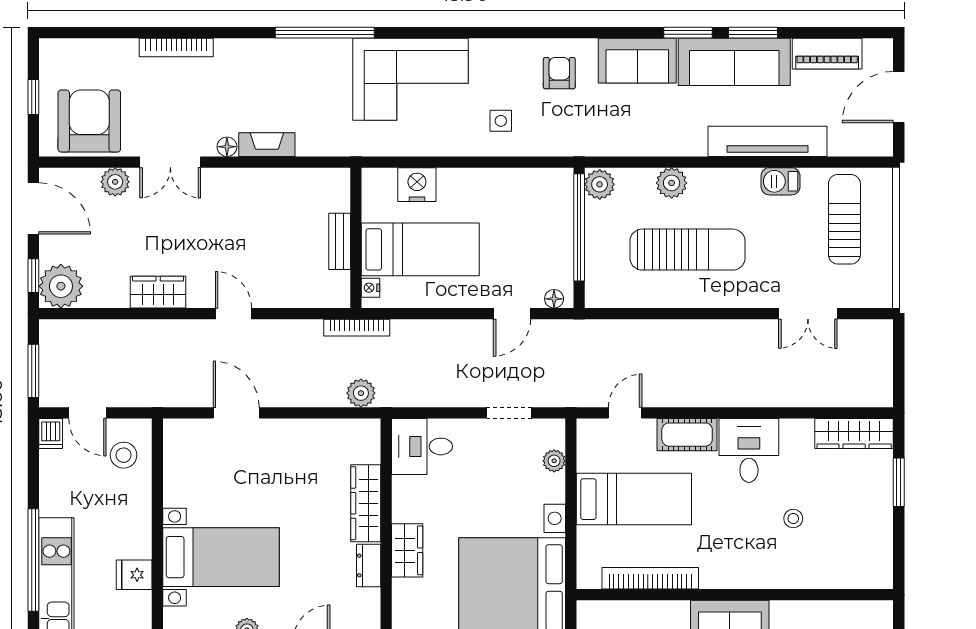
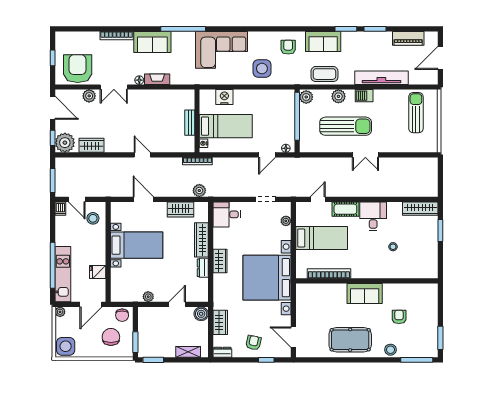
sofa: (734, 62) -> (152, 42), moved, width x0.73
side table: (501, 121) -> (262, 69), width x1.87, depth x1.87
coffee table: (640, 133) -> (324, 74), added
barbecue: (781, 181) -> (364, 96), moved
wardrobe: (158, 292) -> (91, 145), moved
double door: (808, 314) -> (365, 155), moved
wardrobe: (319, 435) -> (181, 209), added
bed with nightstands: (221, 557) -> (137, 245), moved

